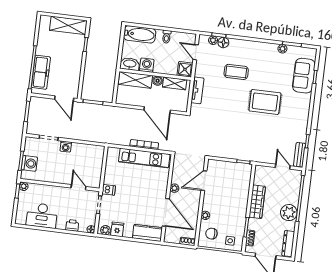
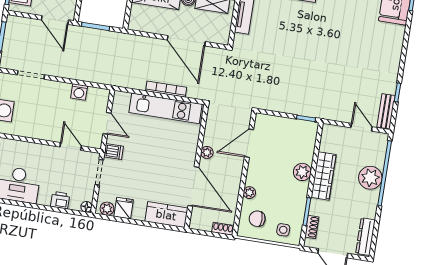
rug: (265, 102) -> (340, 35), removed
washing machine: (66, 147) -> (79, 92), moved
door: (103, 170) -> (107, 123), added
plant: (242, 200) -> (302, 172), added
plant: (289, 213) -> (370, 178), moved

